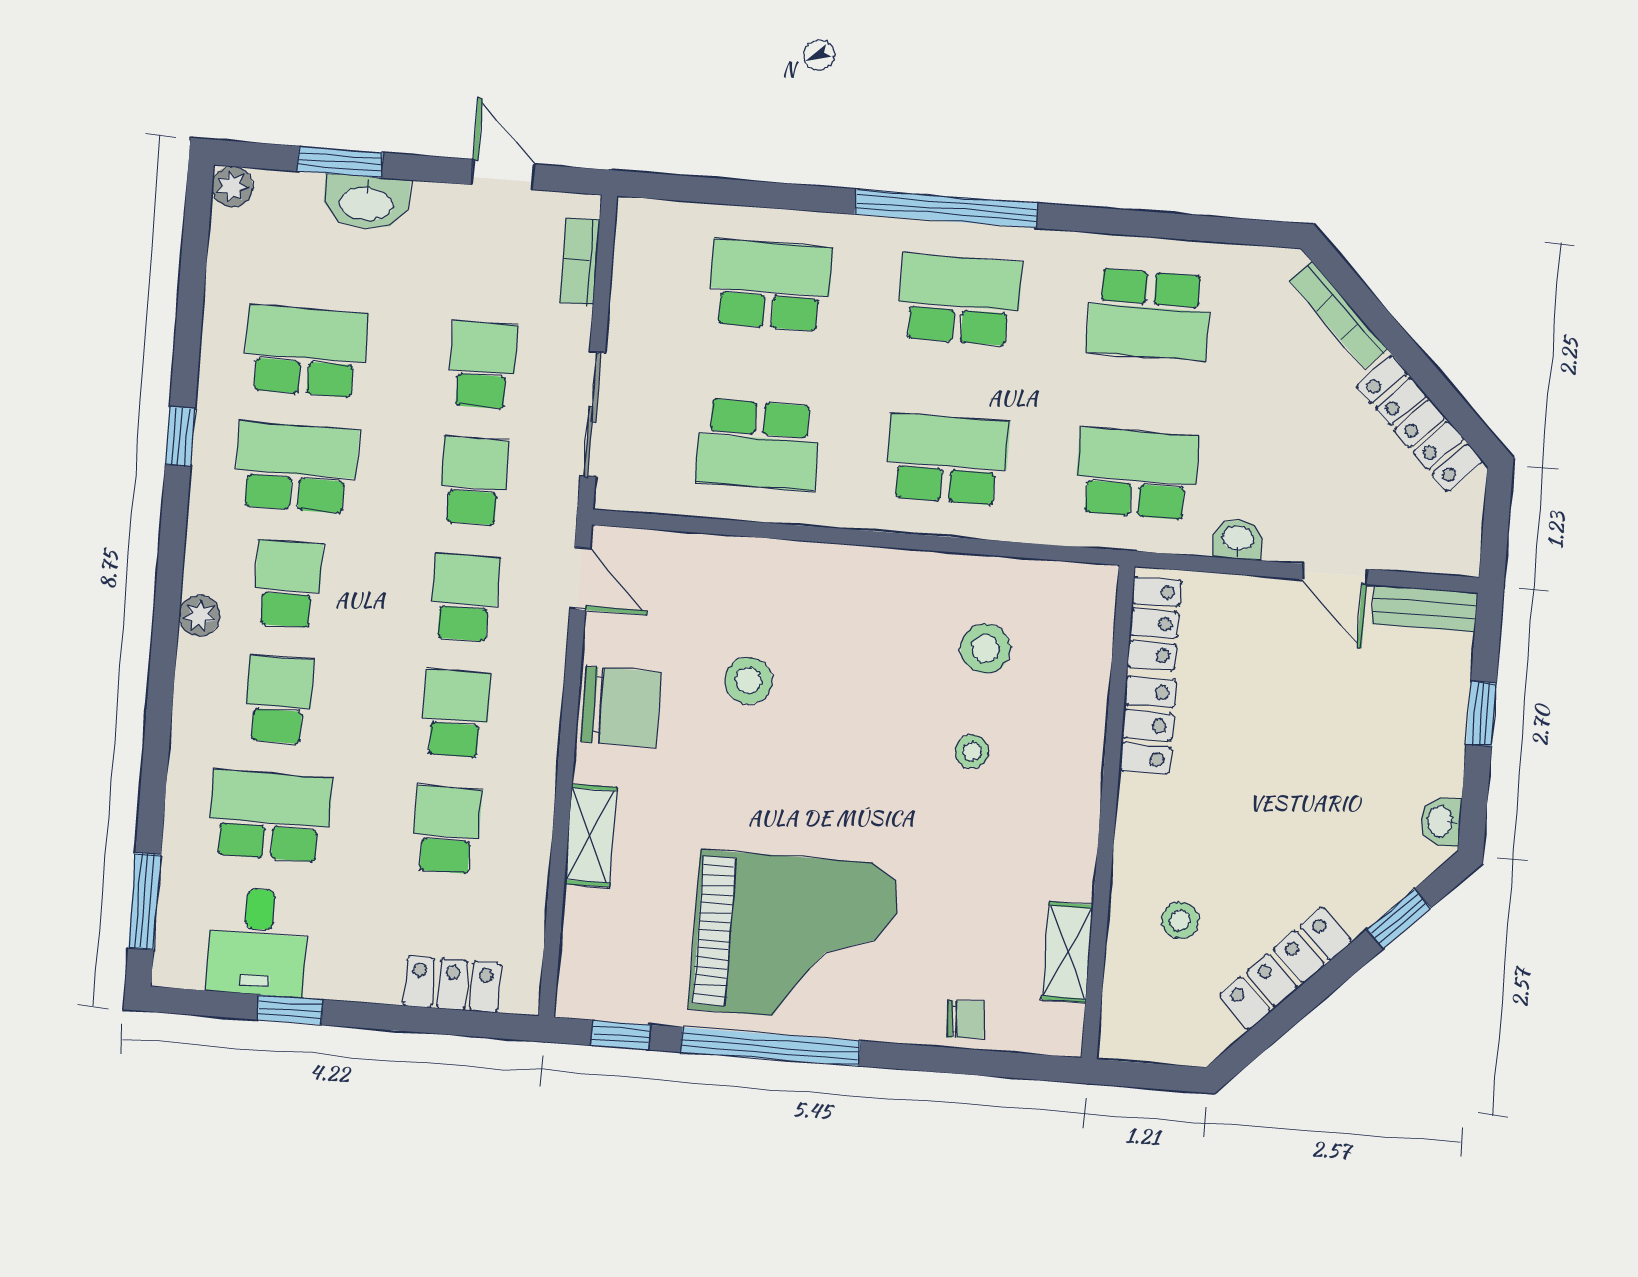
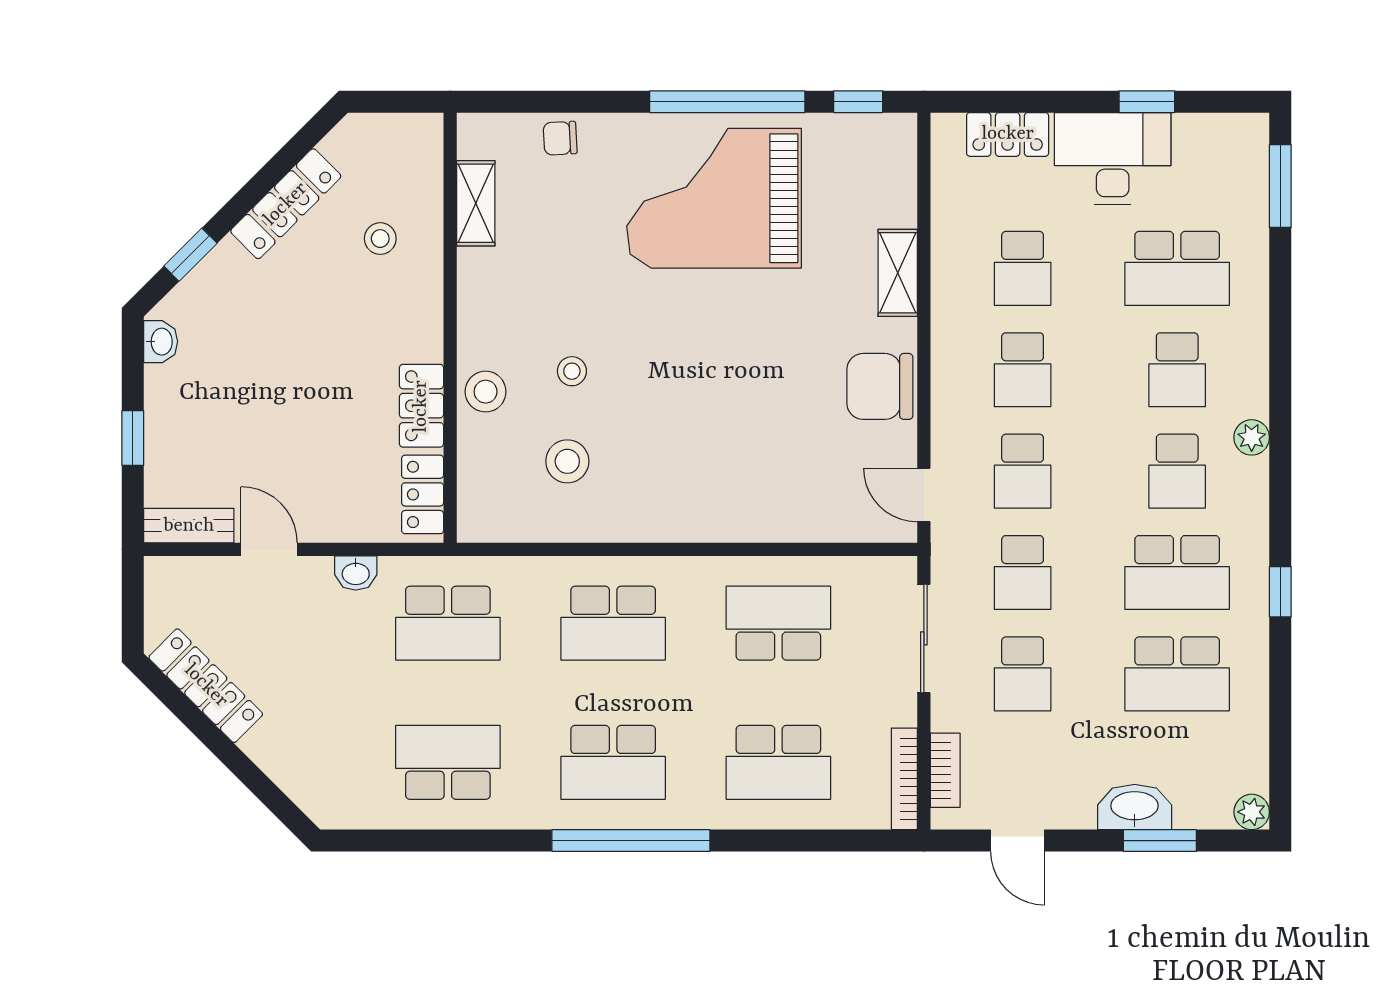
bookcase: (1339, 315) -> (904, 779), moved, turned -135
stool: (749, 681) -> (486, 392), moved
desk: (258, 942) -> (1113, 158), moved, width x1.37

